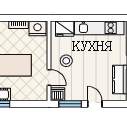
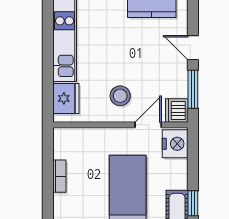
nightstand: (37, 28) -> (175, 144), moved, turned 180
door: (95, 104) -> (193, 48), hinge flipped

